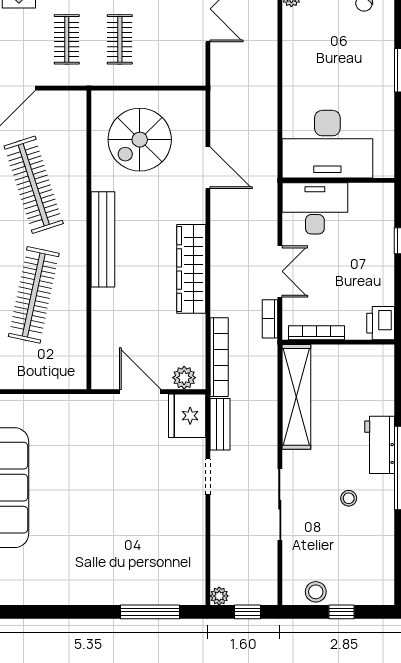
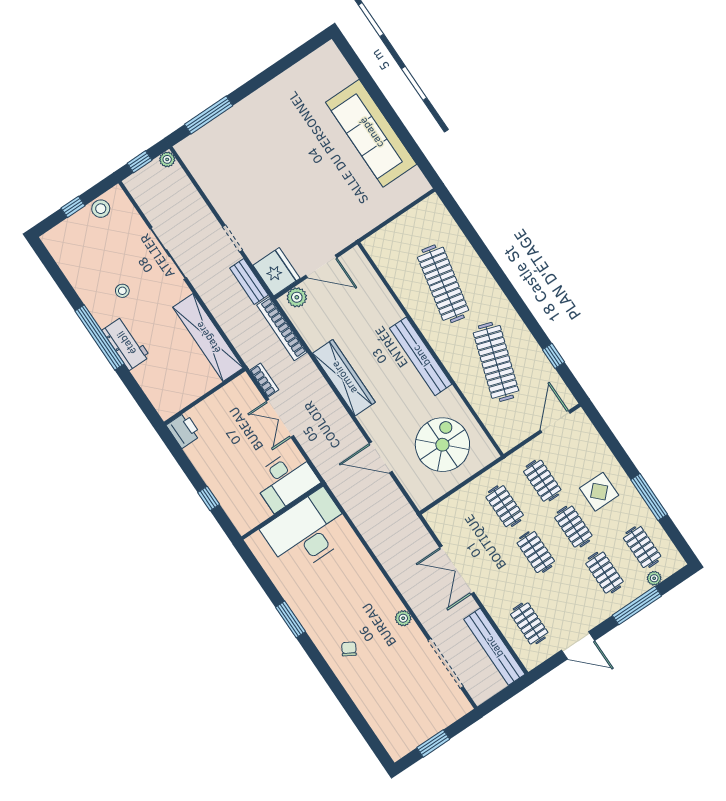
clothes rail: (34, 185) -> (496, 362), turned 36
bookcase: (317, 333) -> (225, 393), removed

